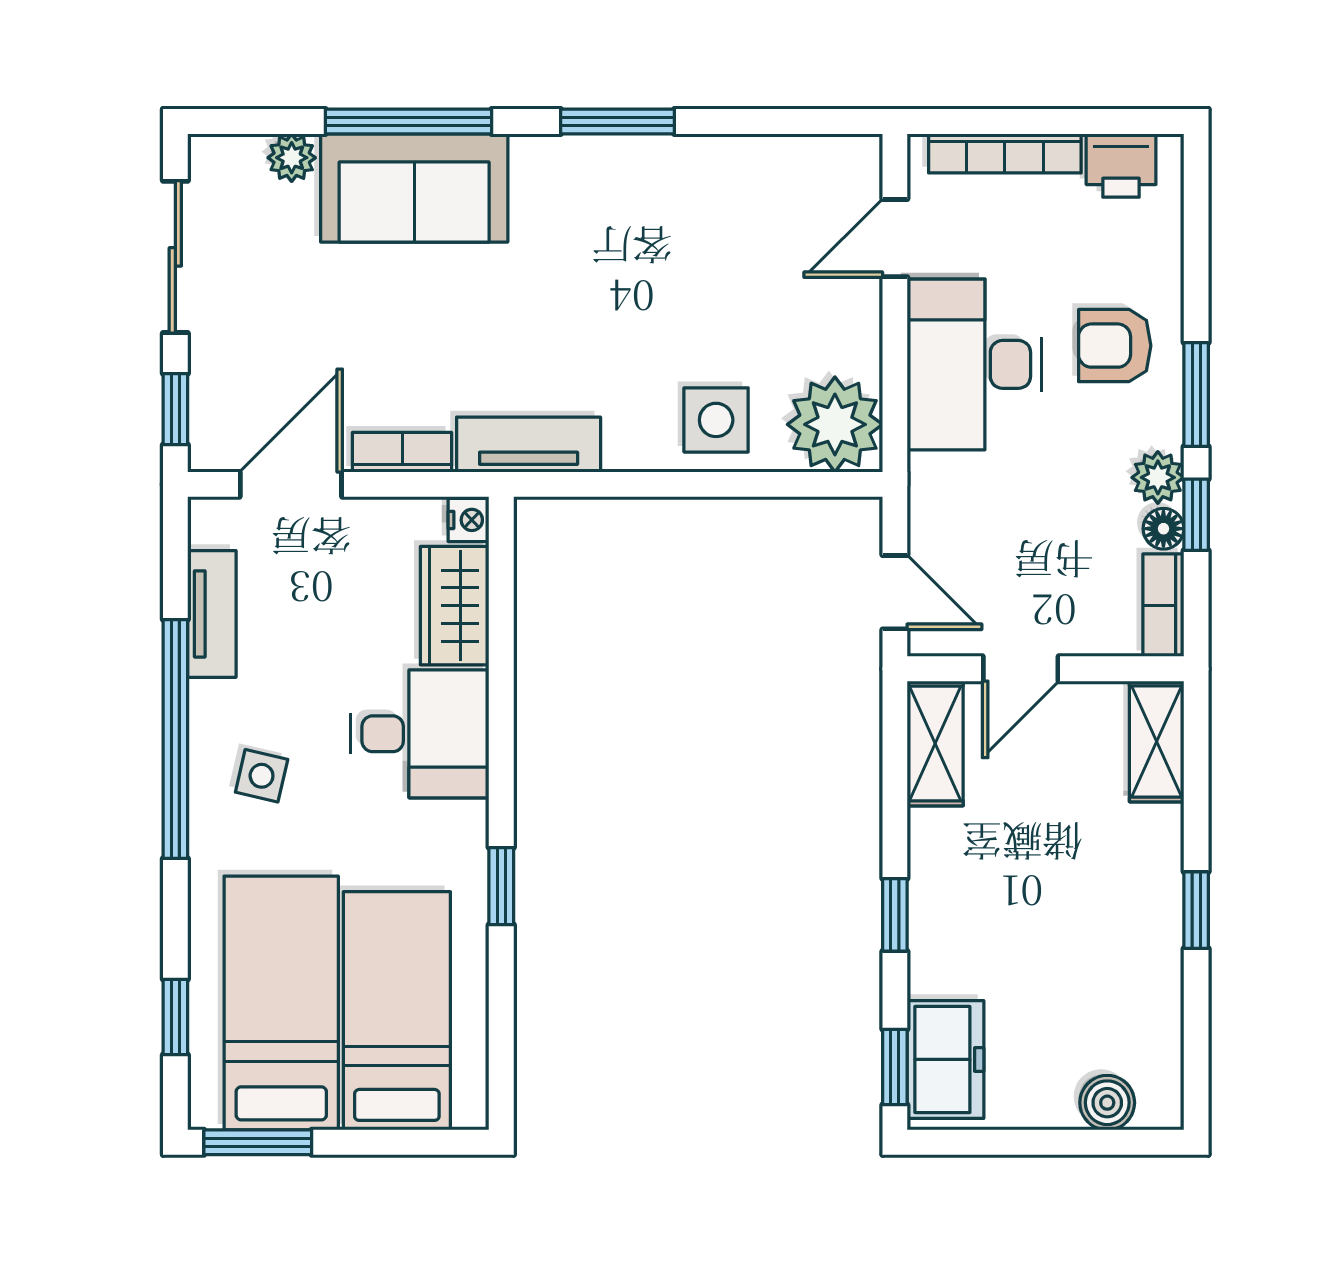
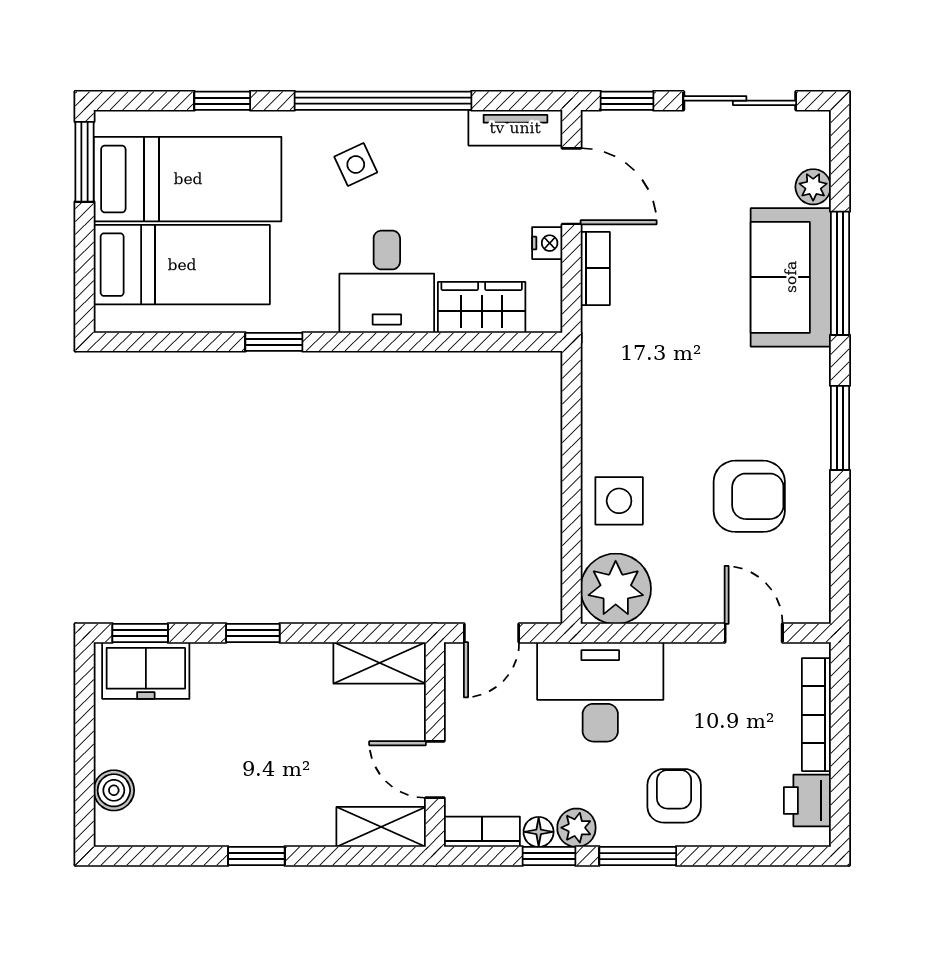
armchair: (710, 244) -> (749, 496), added
desk: (974, 364) -> (600, 692), moved
tv unit: (529, 445) -> (601, 362), removed
nightstand: (469, 520) -> (547, 243), moved, turned -90
tv unit: (212, 614) -> (515, 128), moved
door: (1021, 669) -> (435, 769), moved
side table: (262, 776) -> (356, 164), turned -38
window: (175, 1017) -> (222, 101), moved

